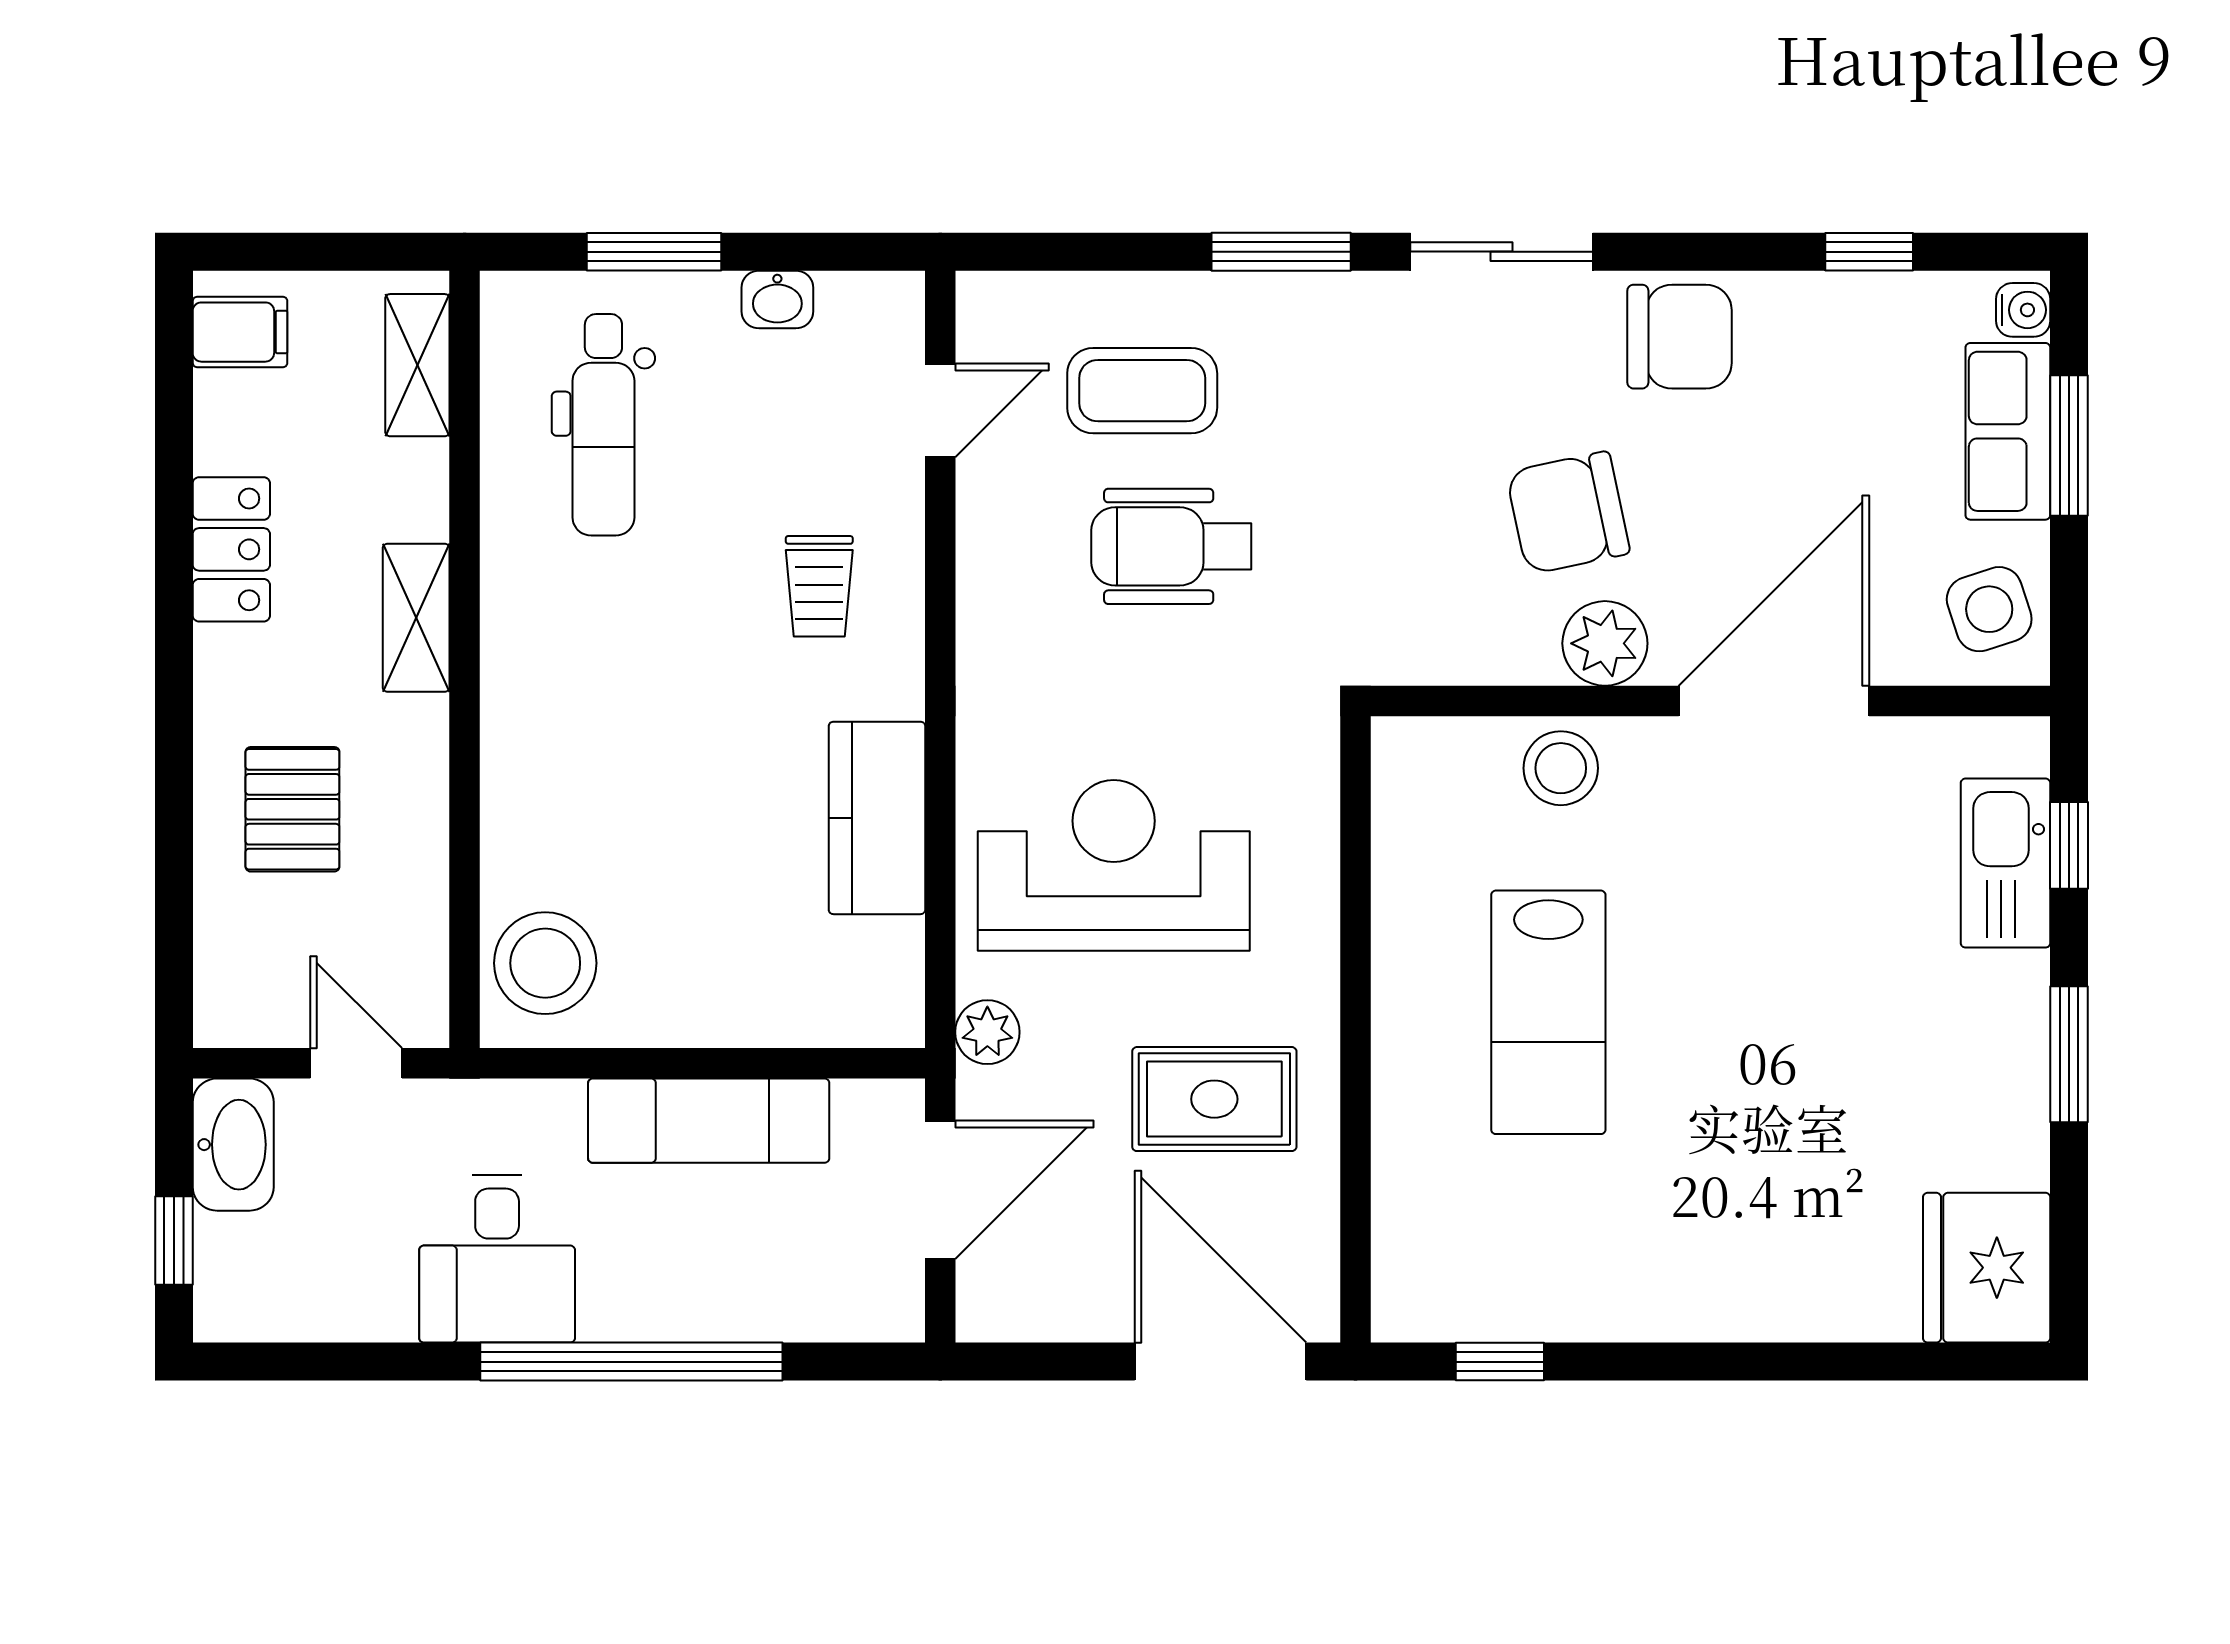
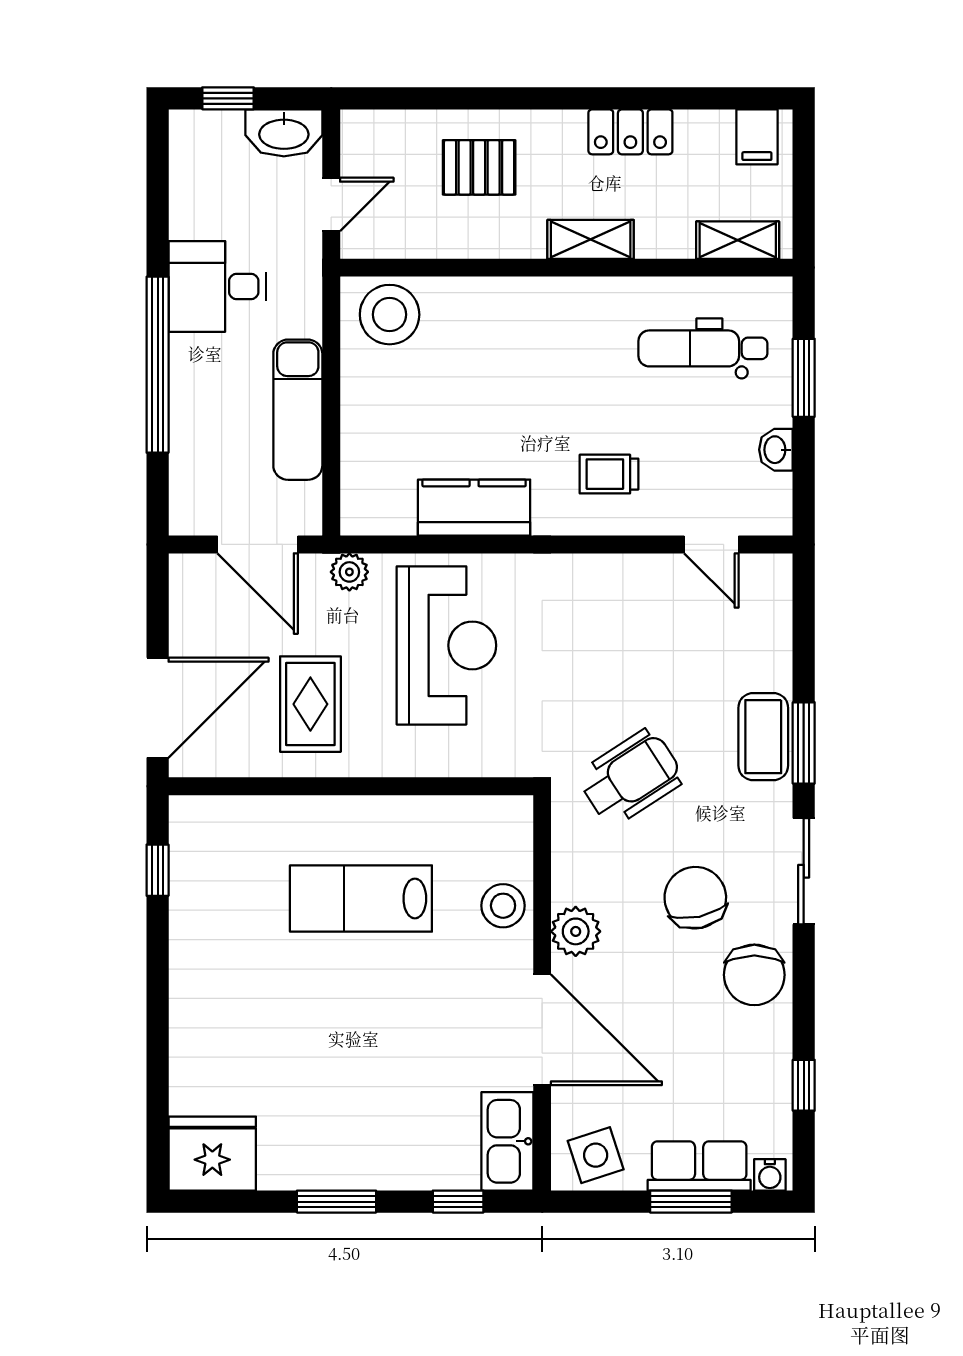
coffee table: (1142, 391) -> (763, 737), moved
chair: (1568, 513) -> (695, 898), moved
wheelchair: (1171, 546) -> (631, 777), moved, turned 57
kitchen sink: (2005, 863) -> (507, 1141), moved, turned -90

